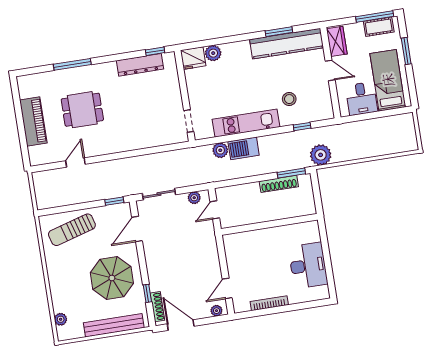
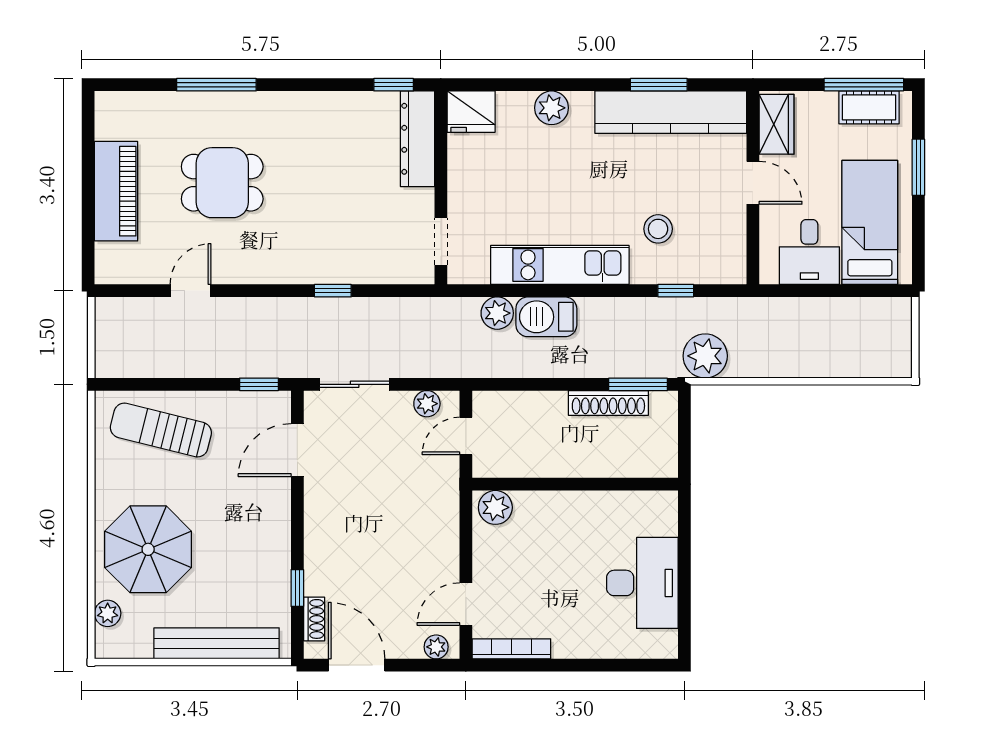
plant: (213, 53) -> (552, 108), moved
dresser: (140, 65) -> (418, 139), moved, turned 90
window: (142, 152) -> (333, 291), added
sun lounger: (72, 230) -> (161, 430), turned 30
plant: (234, 241) -> (495, 507), added
parasol: (112, 278) -> (148, 549), moved
bookcase: (269, 303) -> (511, 649), moved
shoe rack: (157, 307) -> (314, 619), width x0.70

